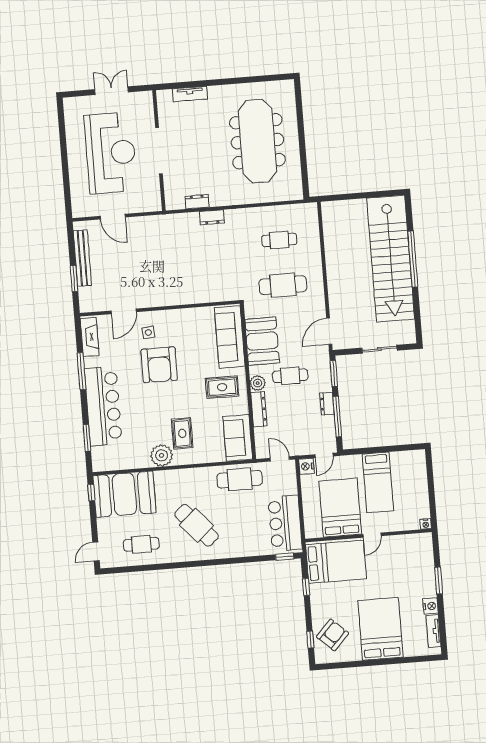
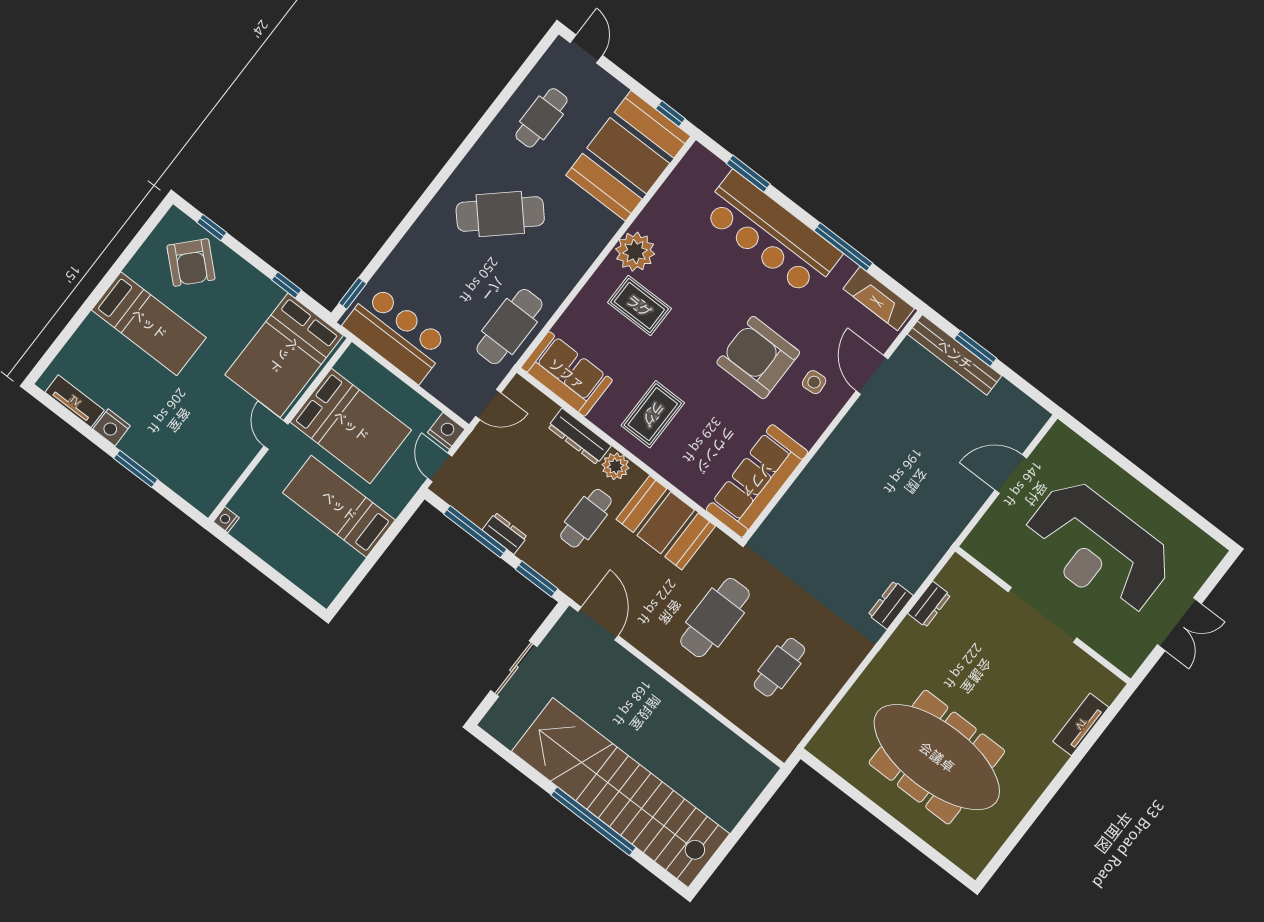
bench: (82, 258) -> (955, 355), moved
sofa: (230, 337) -> (757, 481), moved, turned -90
bed: (380, 629) -> (149, 324), width x0.67

